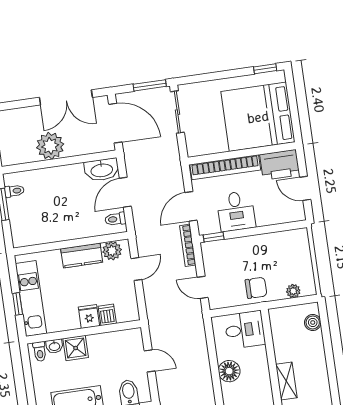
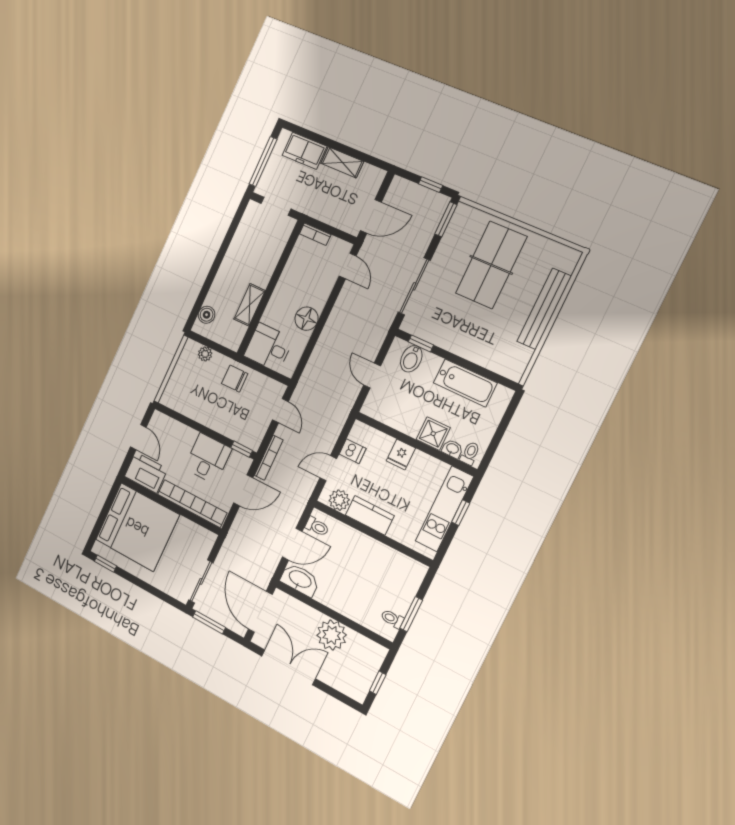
dishwasher: (107, 315) -> (353, 451), moved, turned -90
shelving: (286, 381) -> (249, 305), moved

